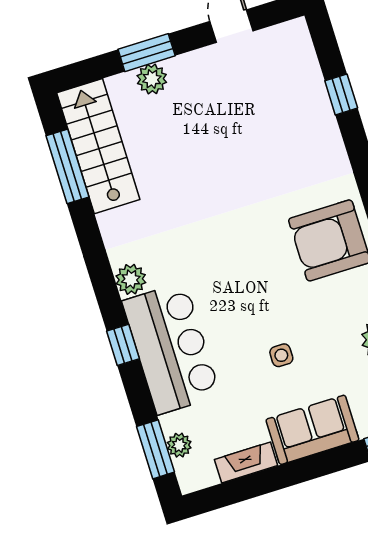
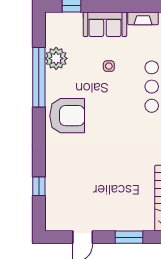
plant: (152, 79) -> (130, 223), removed

